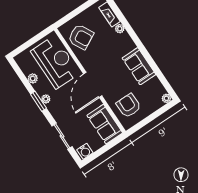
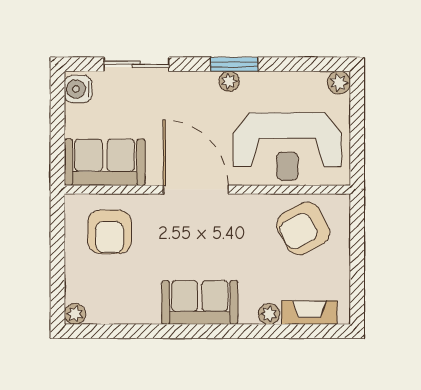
sofa: (139, 66) -> (200, 302), moved
plant: (33, 78) -> (339, 83), moved
armchair: (129, 106) -> (110, 232), turned 90

